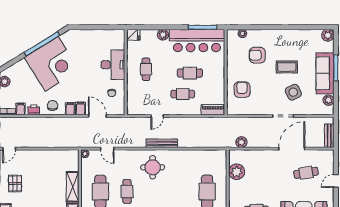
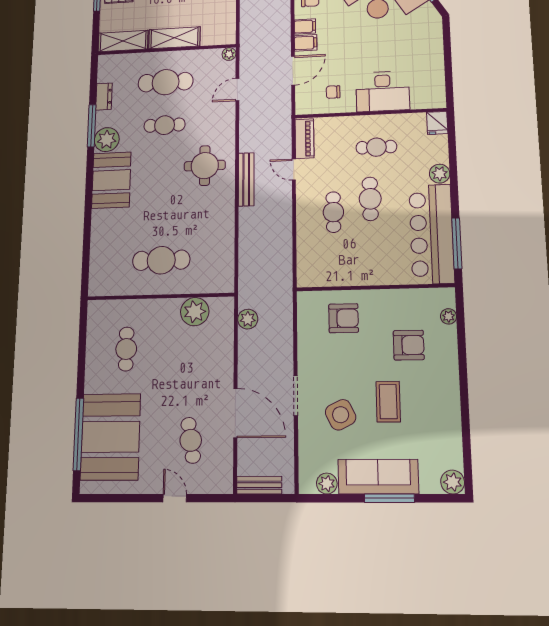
armchair: (257, 55) -> (409, 345), turned 90
cafe table: (190, 73) -> (370, 199), moved
piano: (213, 110) -> (304, 139), moved

